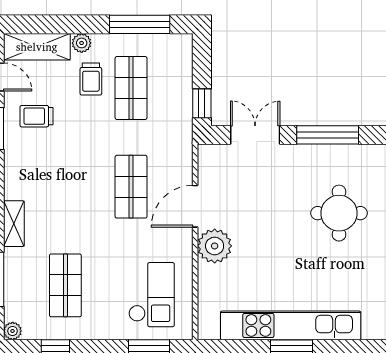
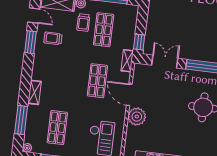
shelving: (183, 142) -> (127, 61), added
door: (195, 206) -> (129, 95), hinge flipped

